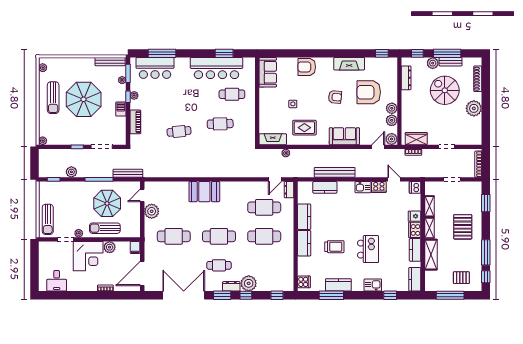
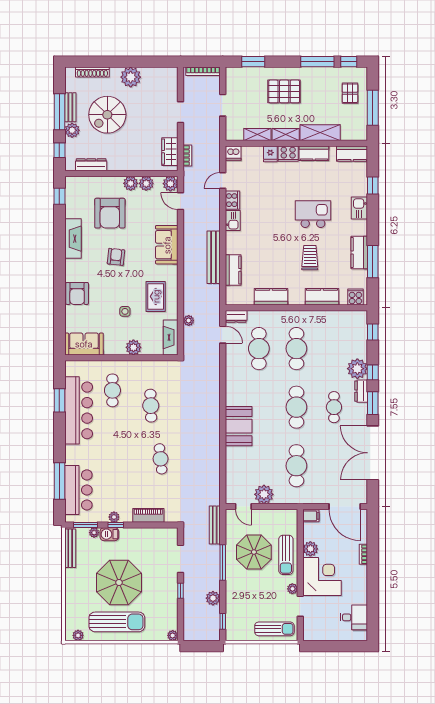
sun lounger: (53, 98) -> (117, 622), width x1.36, depth x1.34
barbecue: (121, 109) -> (109, 534), moved
plant: (265, 111) -> (133, 347), added
kitchen counter: (304, 243) -> (322, 297), moved

